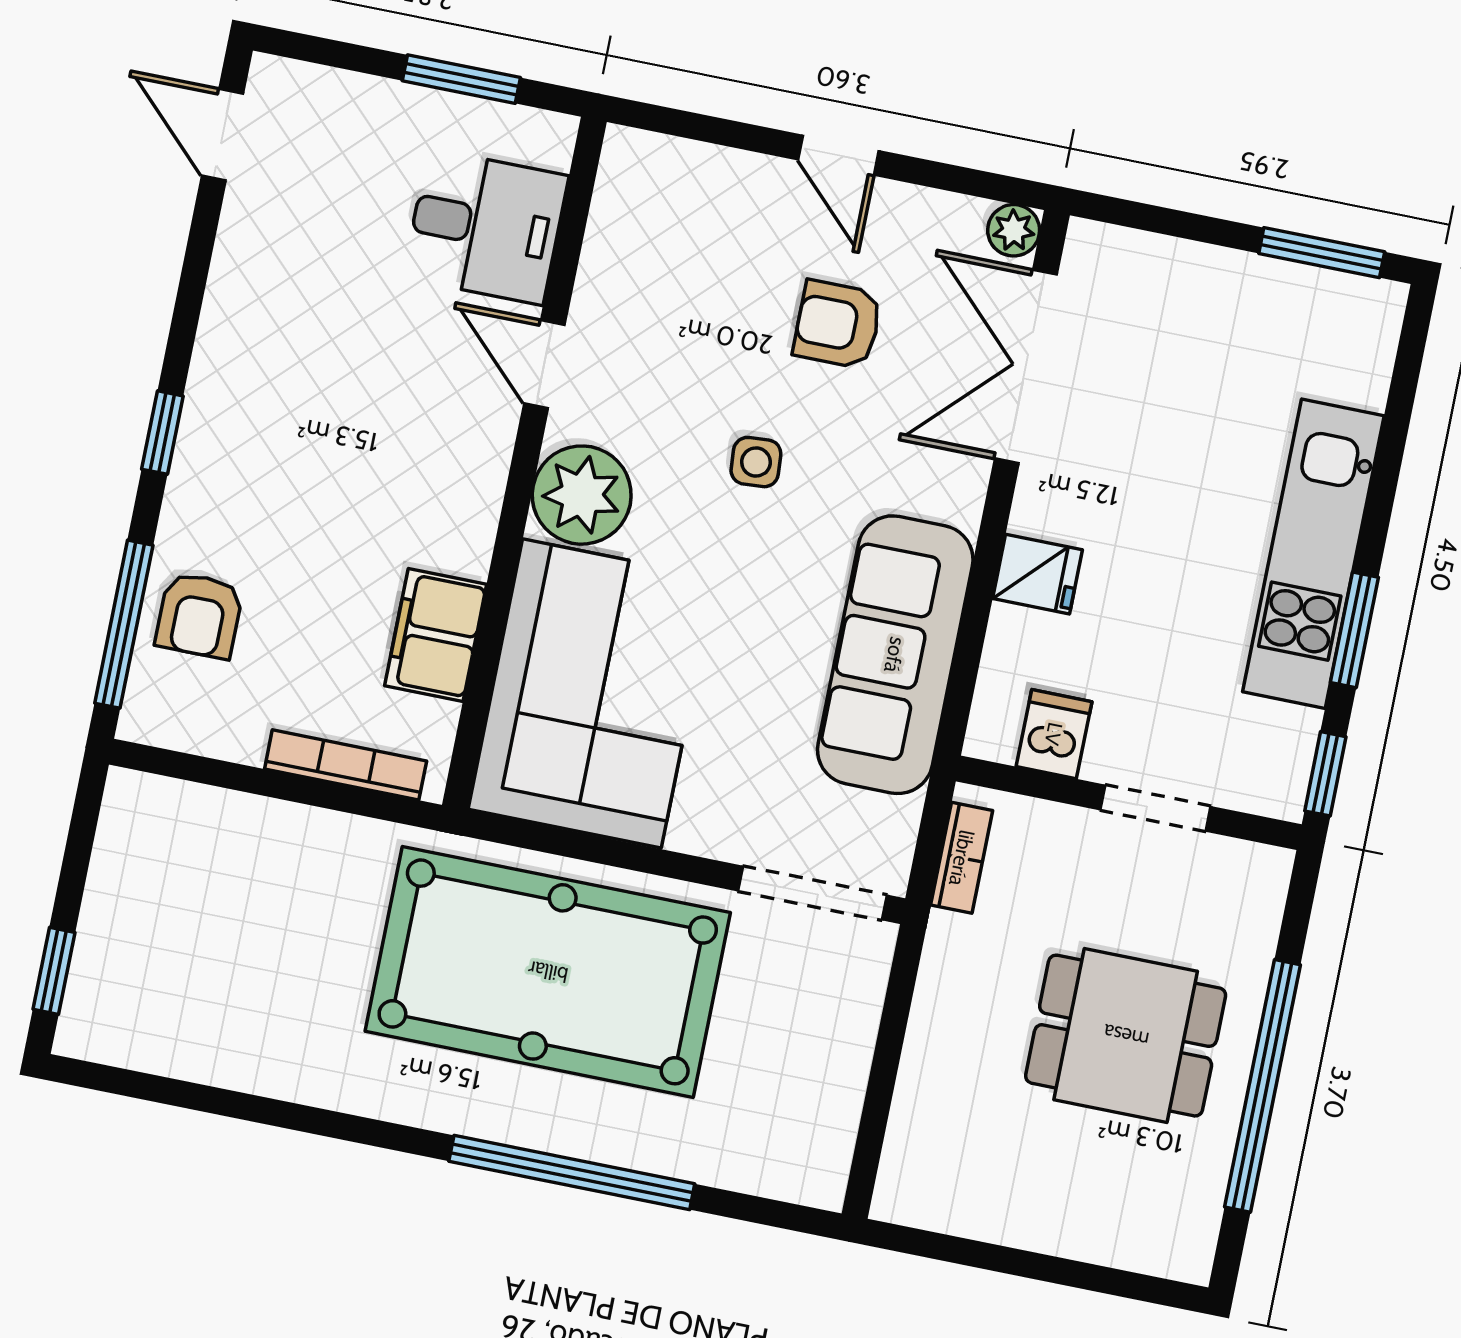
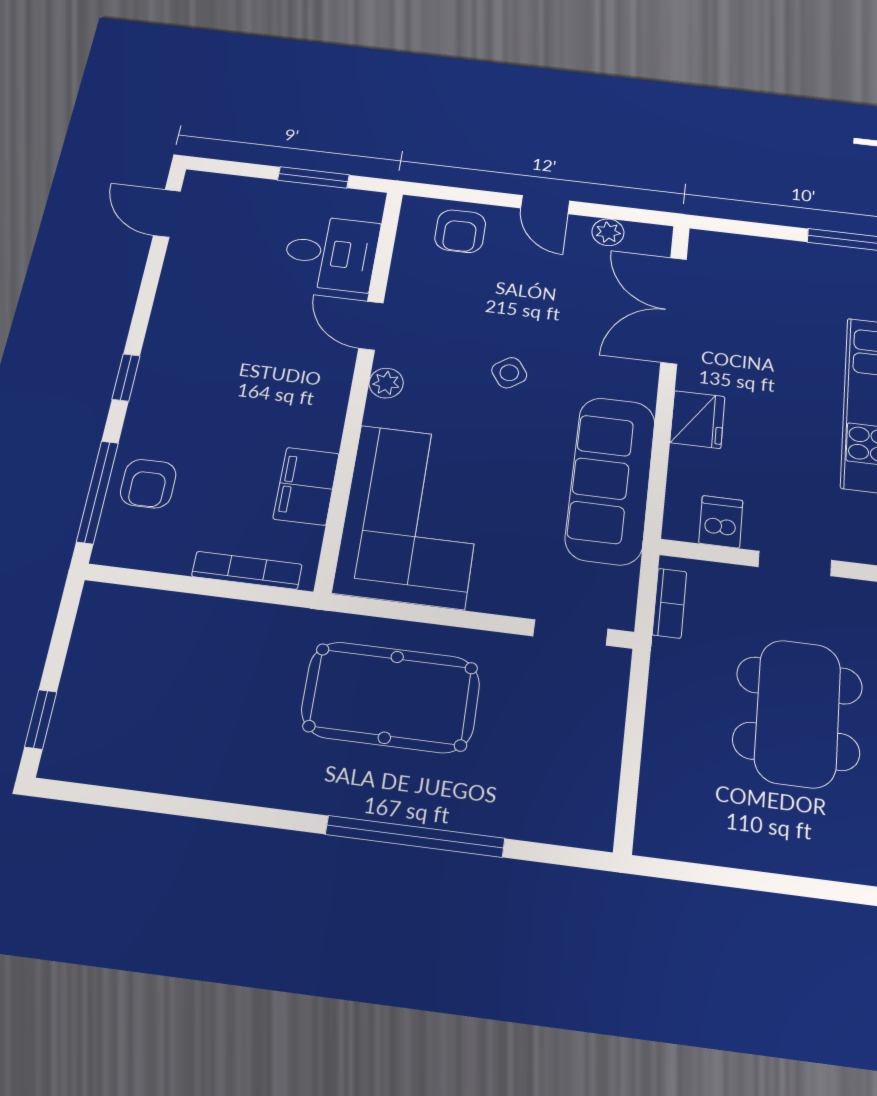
plant: (1014, 230) -> (608, 232), moved
armchair: (838, 324) -> (460, 231), moved, turned -90
side table: (756, 462) -> (509, 373), turned -31
plant: (582, 495) -> (386, 383), width x0.53, depth x0.53
fridge: (1037, 574) -> (697, 419), width x1.38
doorway: (812, 893) -> (570, 633), width x0.73
pool table: (548, 972) -> (391, 697), width x0.73, depth x0.76
dining table: (1126, 1036) -> (798, 713), width x1.38

